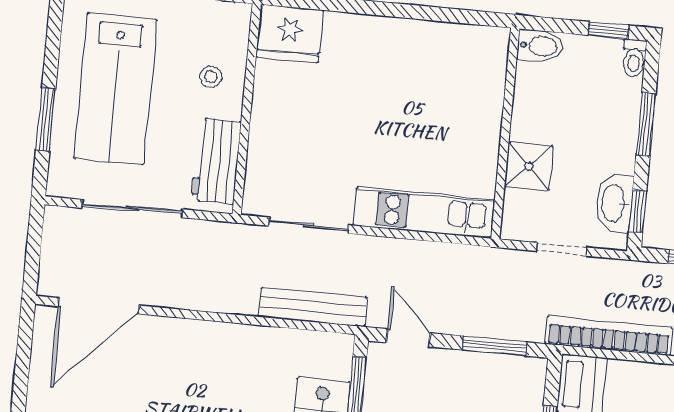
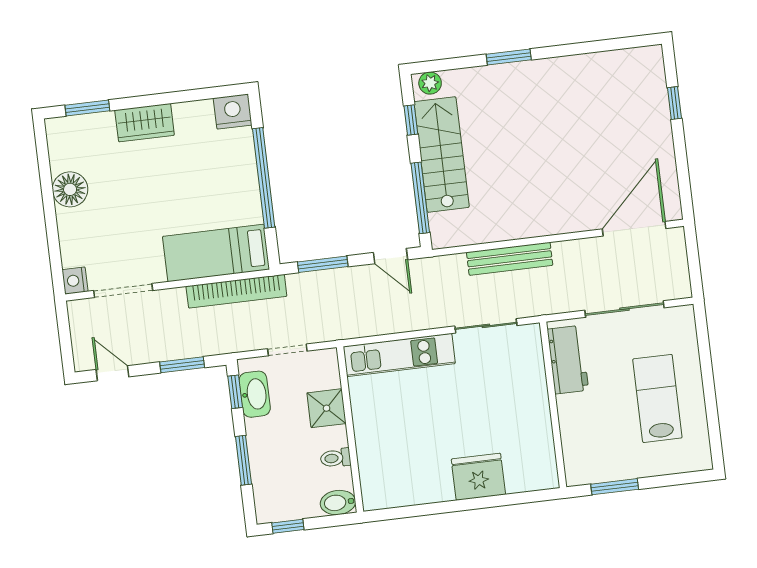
fridge: (289, 34) -> (478, 477), moved
toilet: (634, 58) -> (336, 458), moved, turned -90
stool: (211, 77) -> (586, 424), removed
lab bench: (115, 89) -> (657, 398), width x0.73, depth x0.72
window: (46, 119) -> (706, 363), removed
bench: (313, 307) -> (510, 259), moved

